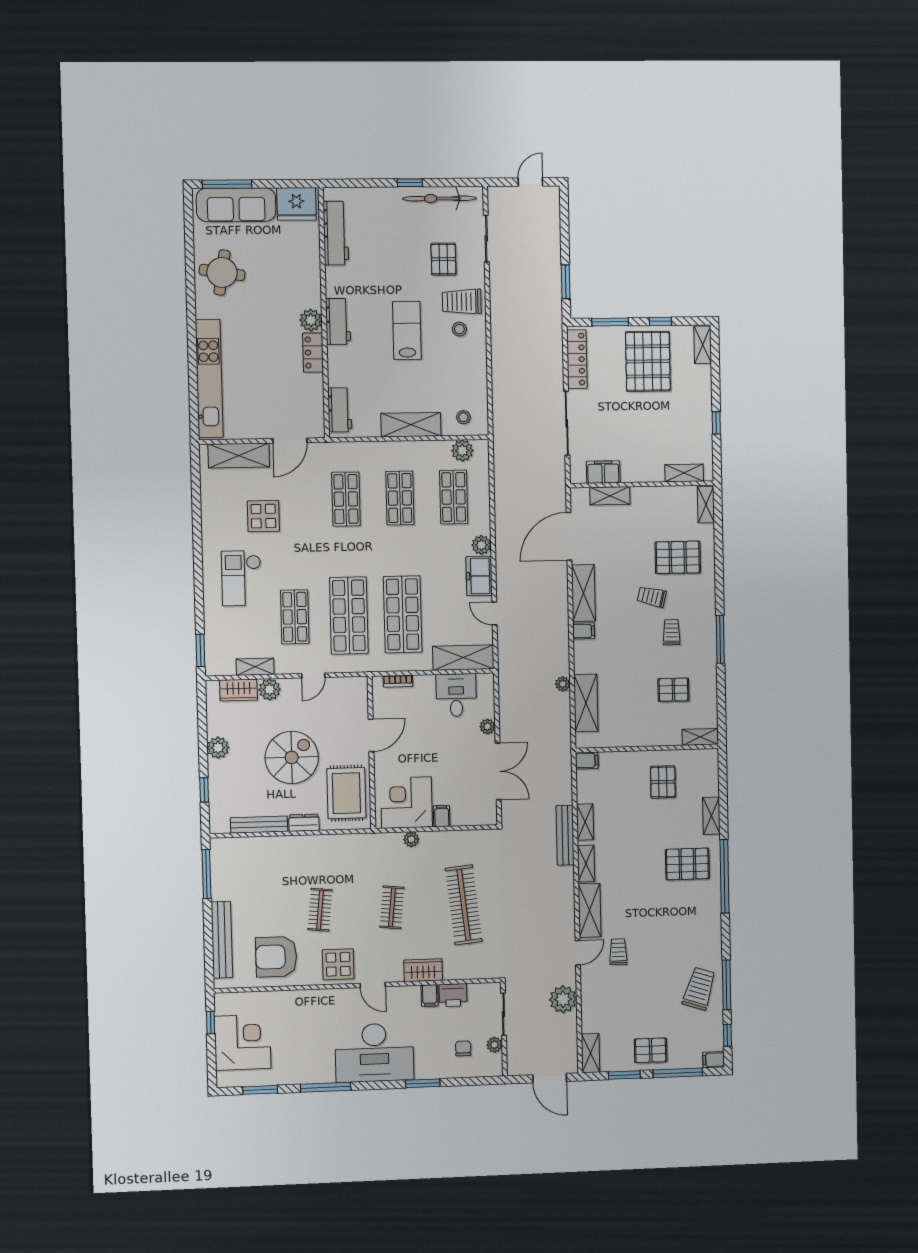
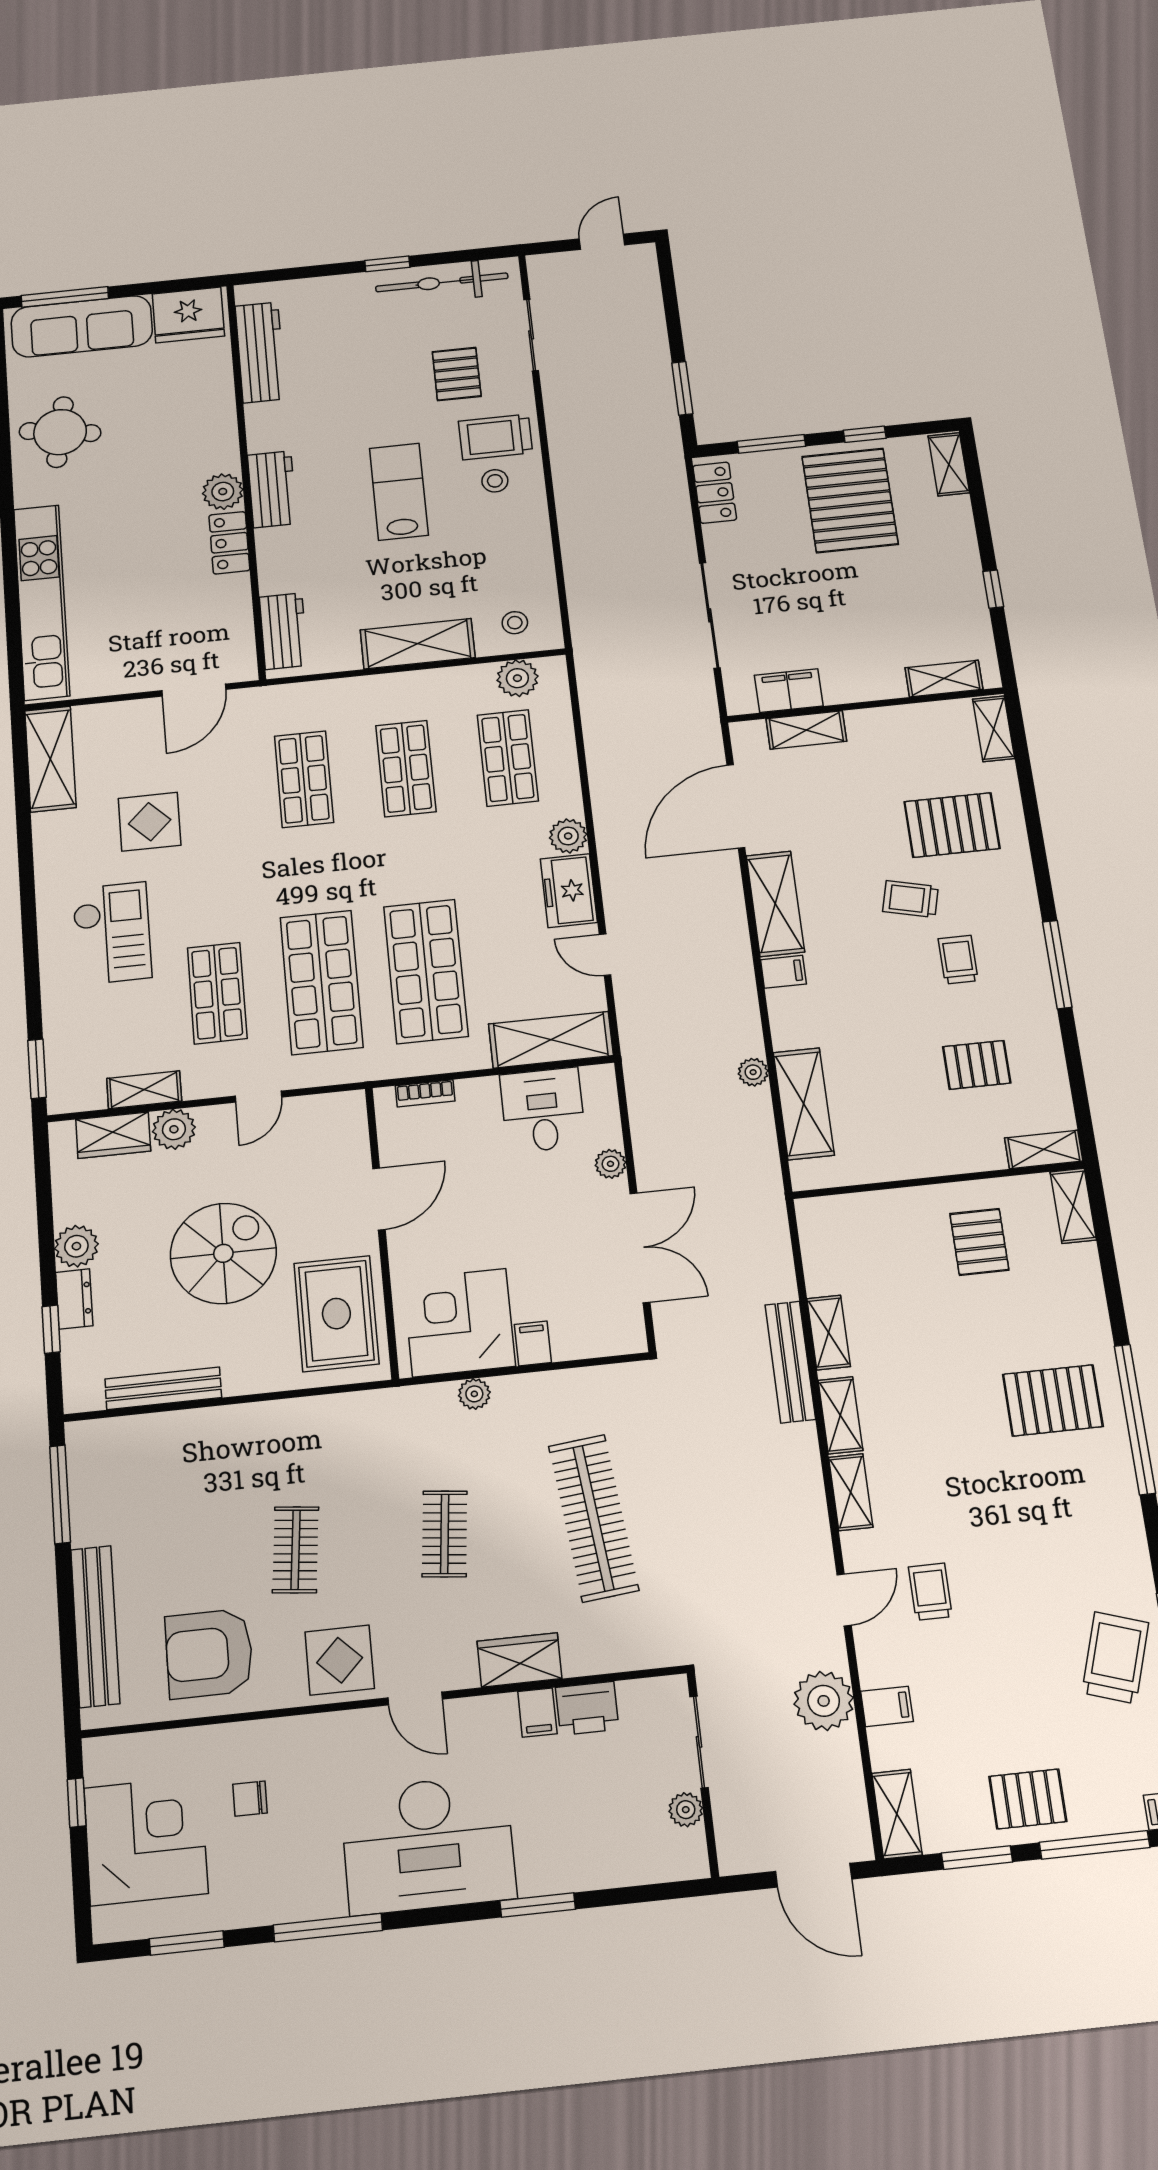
locker: (577, 359) -> (715, 493), width x0.66
shelving: (239, 455) -> (50, 759), moved, turned 90
checkout: (241, 578) -> (112, 933), turned 180
filing cabinet: (587, 760) -> (887, 1706), moved
shelving: (711, 816) -> (1073, 1206), moved
dresser: (304, 823) -> (74, 1299), moved, turned 90
shelving: (590, 910) -> (851, 1492), width x0.67, depth x0.75
chair: (463, 1048) -> (250, 1799), moved, turned -90

